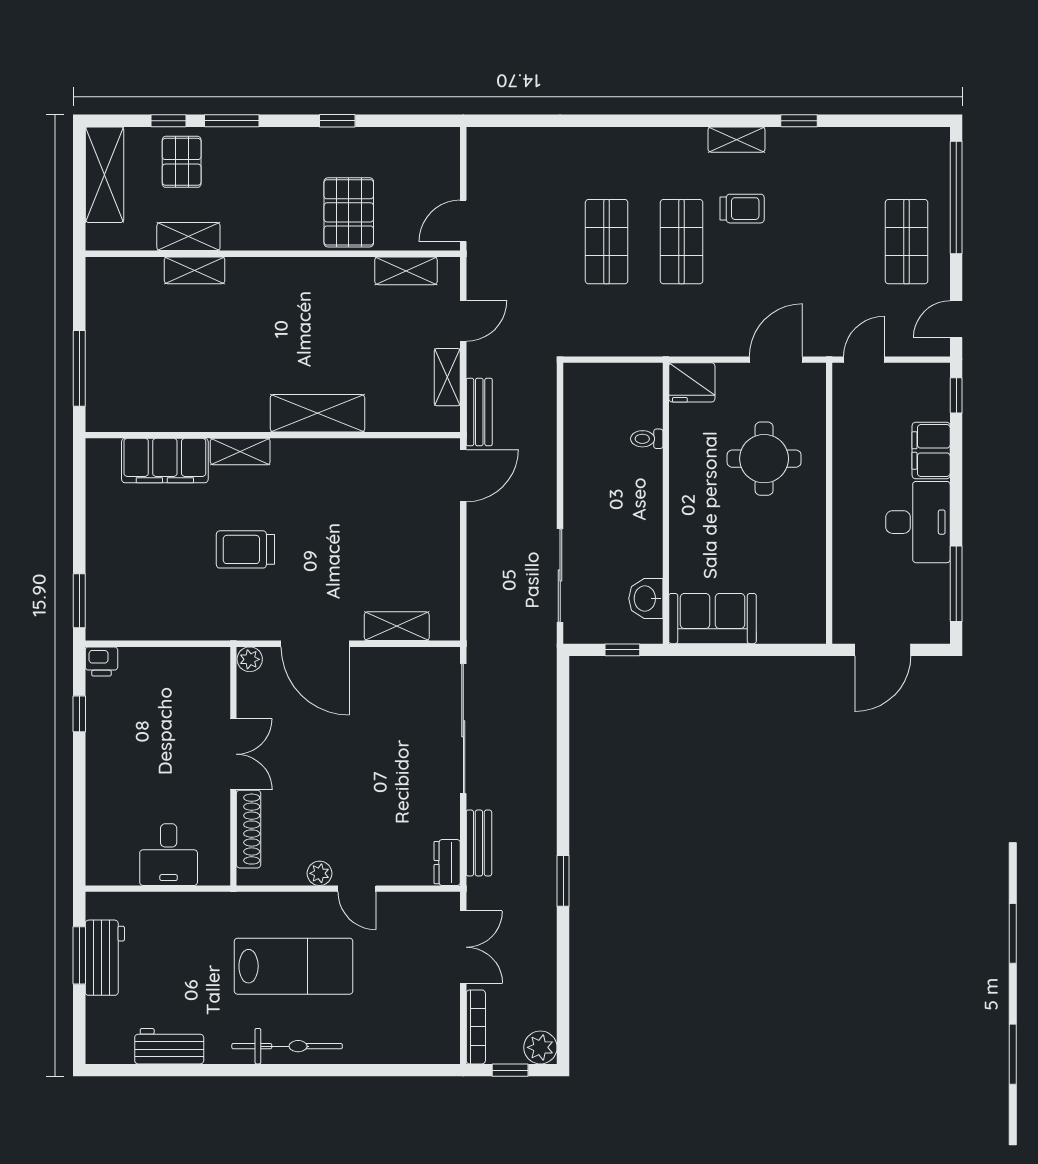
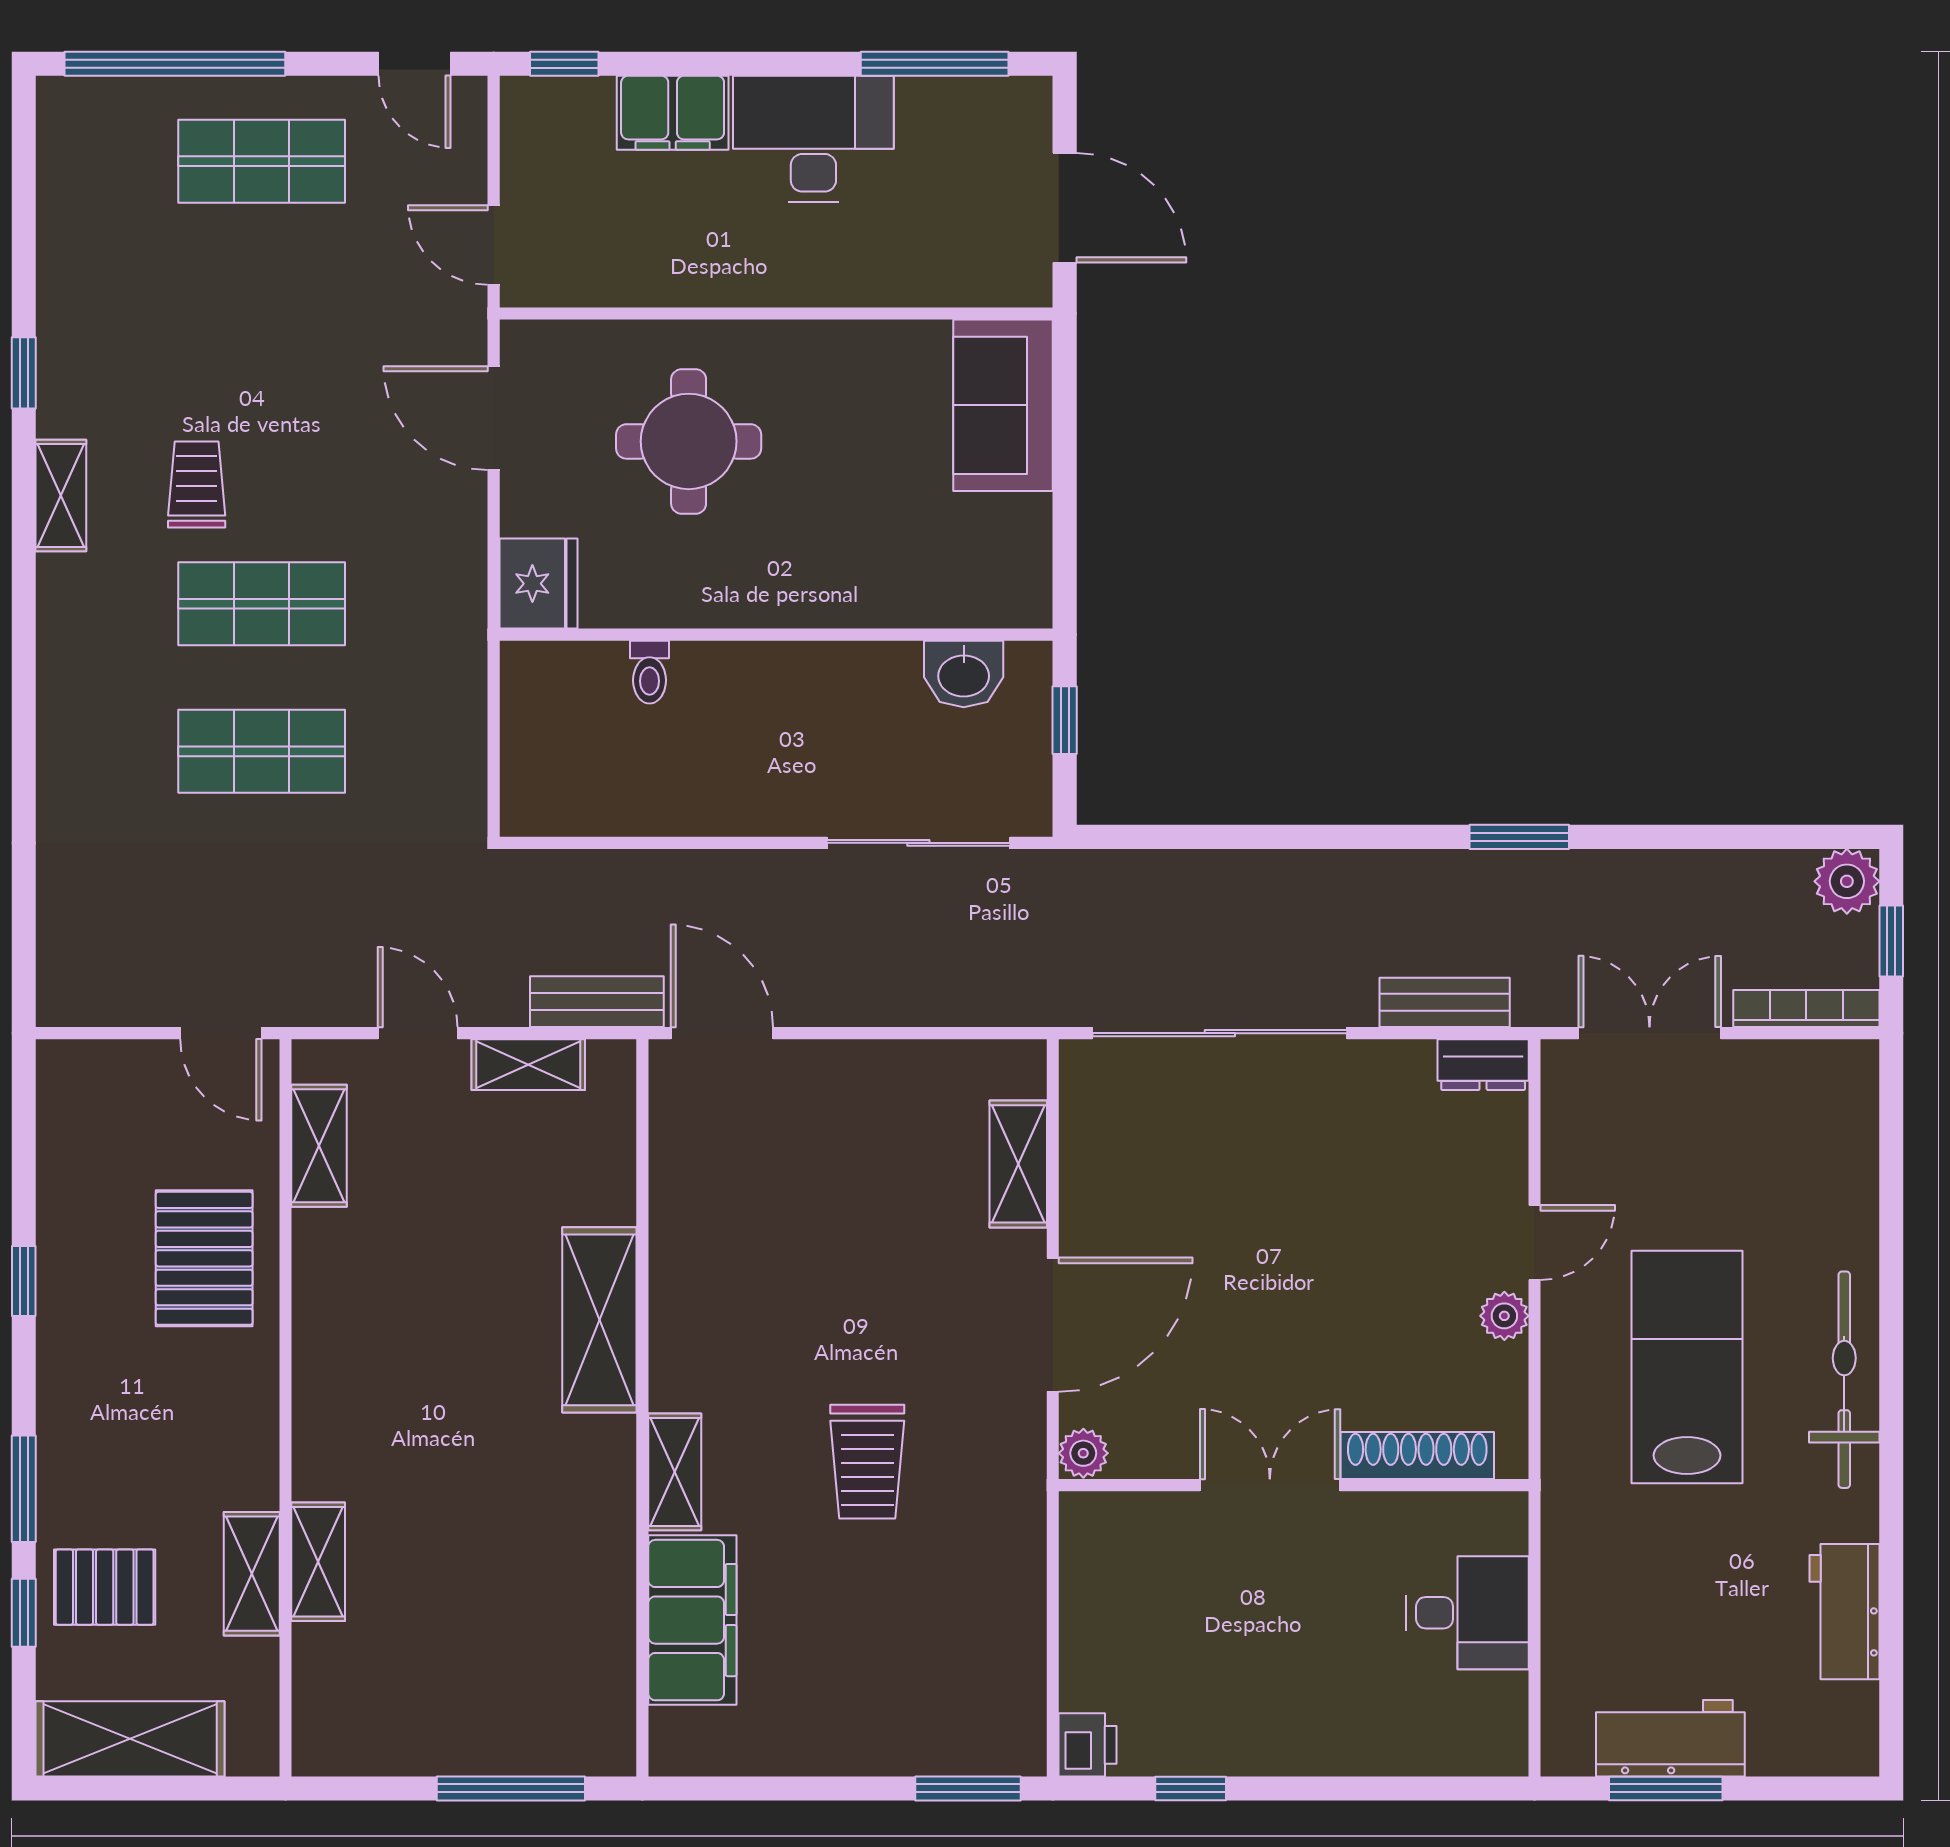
pallet: (349, 212) -> (204, 1258), turned 90
sofa: (713, 619) -> (1003, 405), moved

